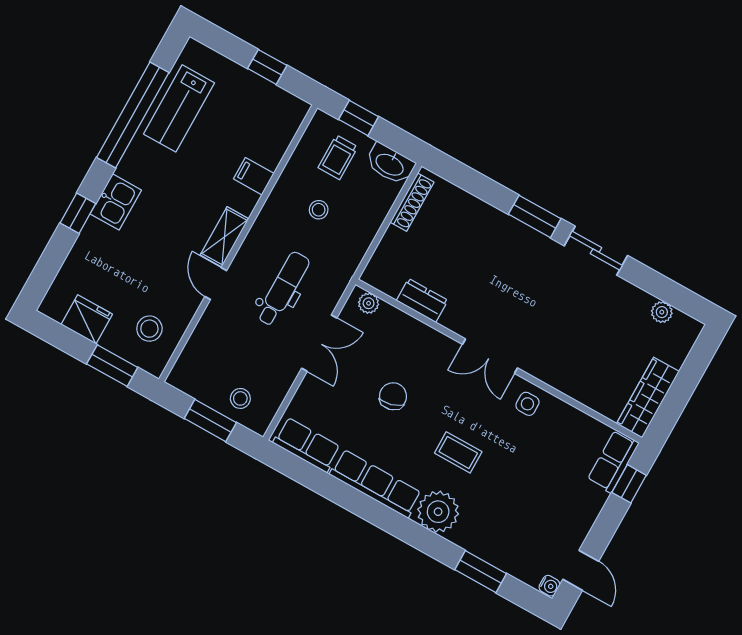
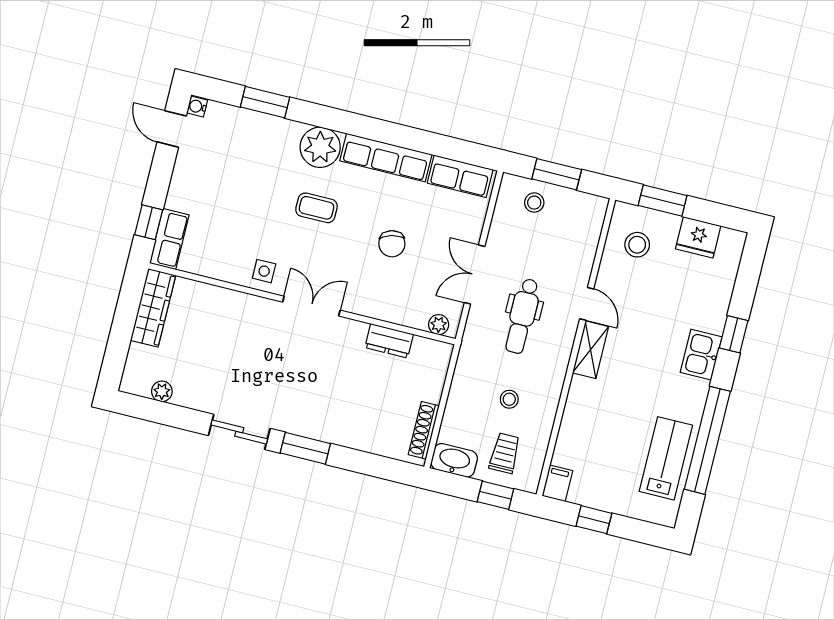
filing cabinet: (254, 176) -> (557, 483), moved, turned -90

